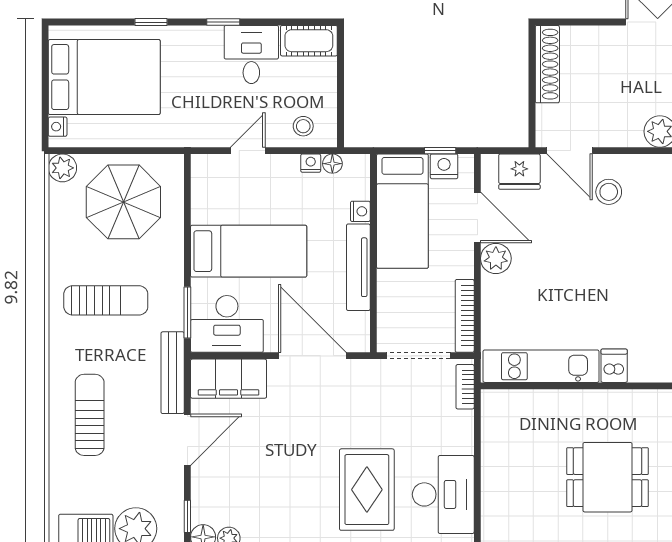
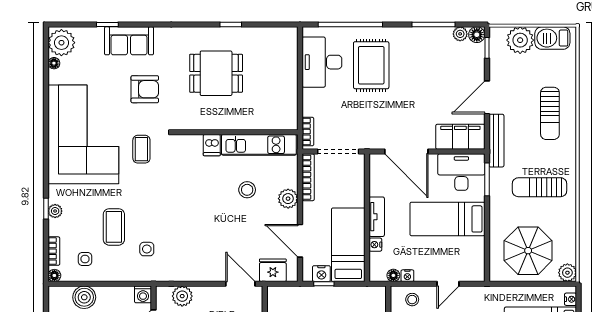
stool: (609, 192) -> (247, 190), moved
plant: (496, 258) -> (288, 199), moved
tv unit: (358, 267) -> (377, 217), width x0.71

